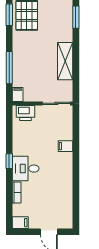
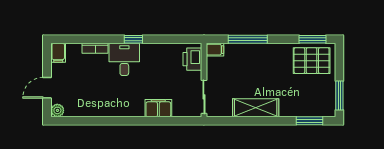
filing cabinet: (66, 146) -> (158, 108), width x2.00
plant: (67, 223) -> (57, 110), added

